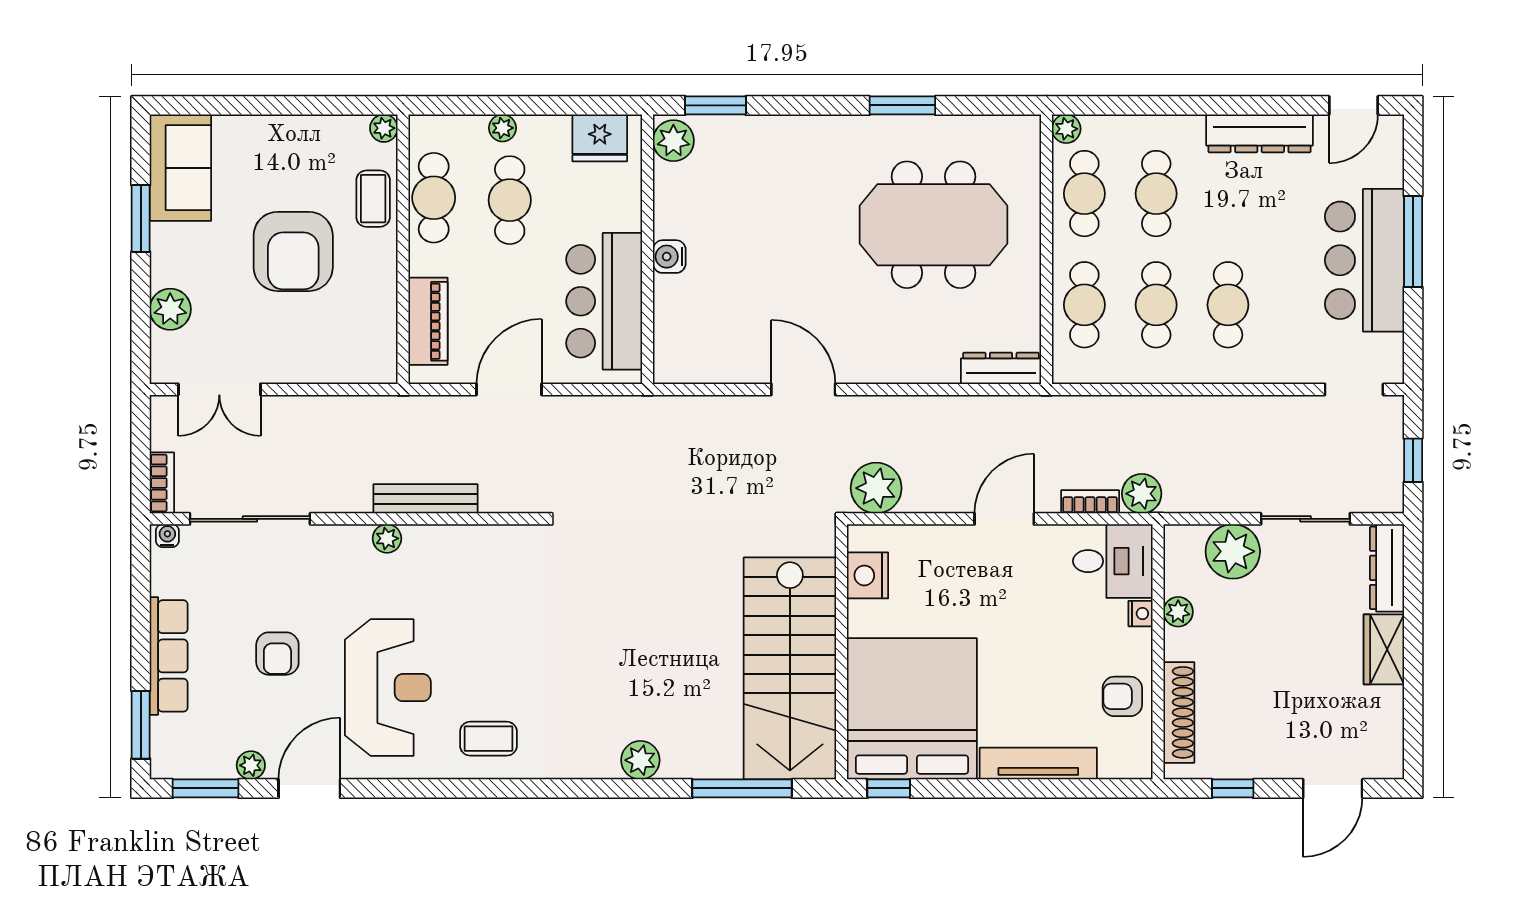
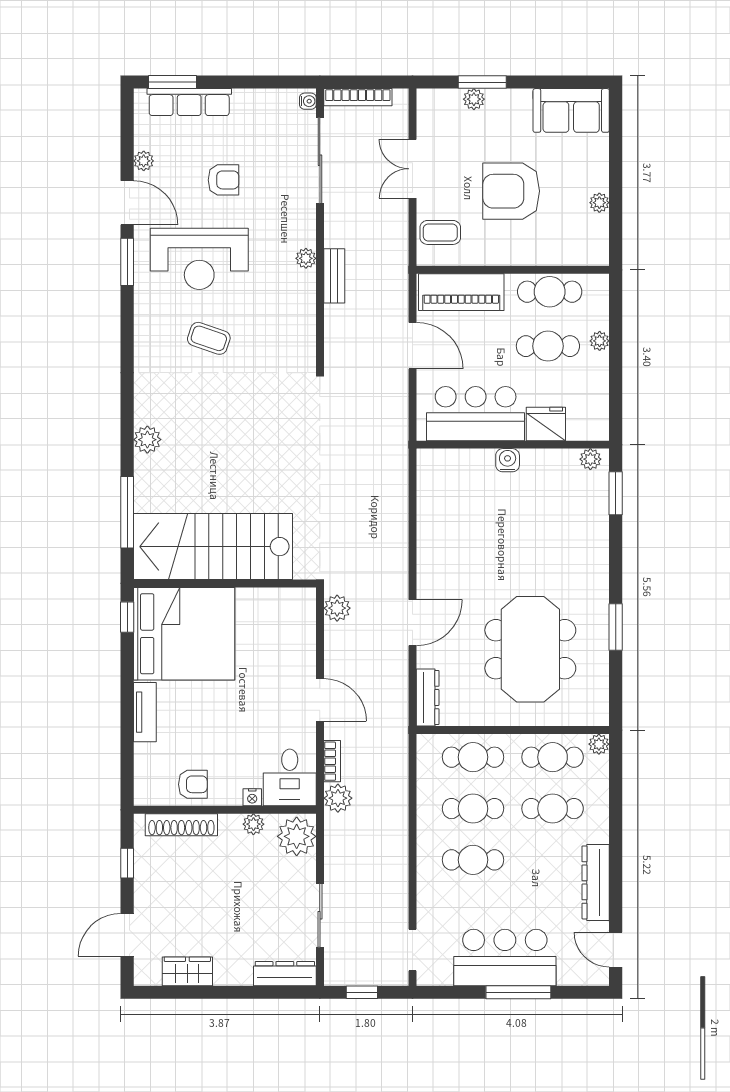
plant: (384, 128) -> (599, 203), moved
fridge: (600, 138) -> (546, 424), moved, turned 90
plant: (673, 141) -> (590, 459), width x0.73, depth x0.73
coffee table: (373, 199) -> (440, 232), moved
window: (141, 218) -> (482, 82), moved
plant: (170, 309) -> (474, 99), width x0.73, depth x0.73
piano: (428, 321) -> (461, 292), width x1.37, depth x1.33
double door: (219, 389) -> (413, 169), moved
door: (803, 389) -> (413, 623), moved
bookcase: (162, 483) -> (358, 97), width x1.56
plant: (876, 488) -> (337, 608), width x0.73, depth x0.73
bench: (426, 499) -> (334, 276), width x0.73
plant: (1233, 551) -> (297, 836), moved
nightstand: (868, 575) -> (279, 602), removed
wardrobe: (1384, 649) -> (187, 971), moved
armchair: (277, 654) -> (224, 180), turned 180
row of seats: (169, 656) -> (189, 102), moved
armchair: (1122, 696) -> (193, 784), turned 90
coffee table: (488, 739) -> (209, 338), moved, turned -71
tv unit: (1038, 764) -> (145, 712), width x0.71
window: (206, 788) -> (127, 262), moved
door: (1333, 788) -> (127, 935), hinge flipped

